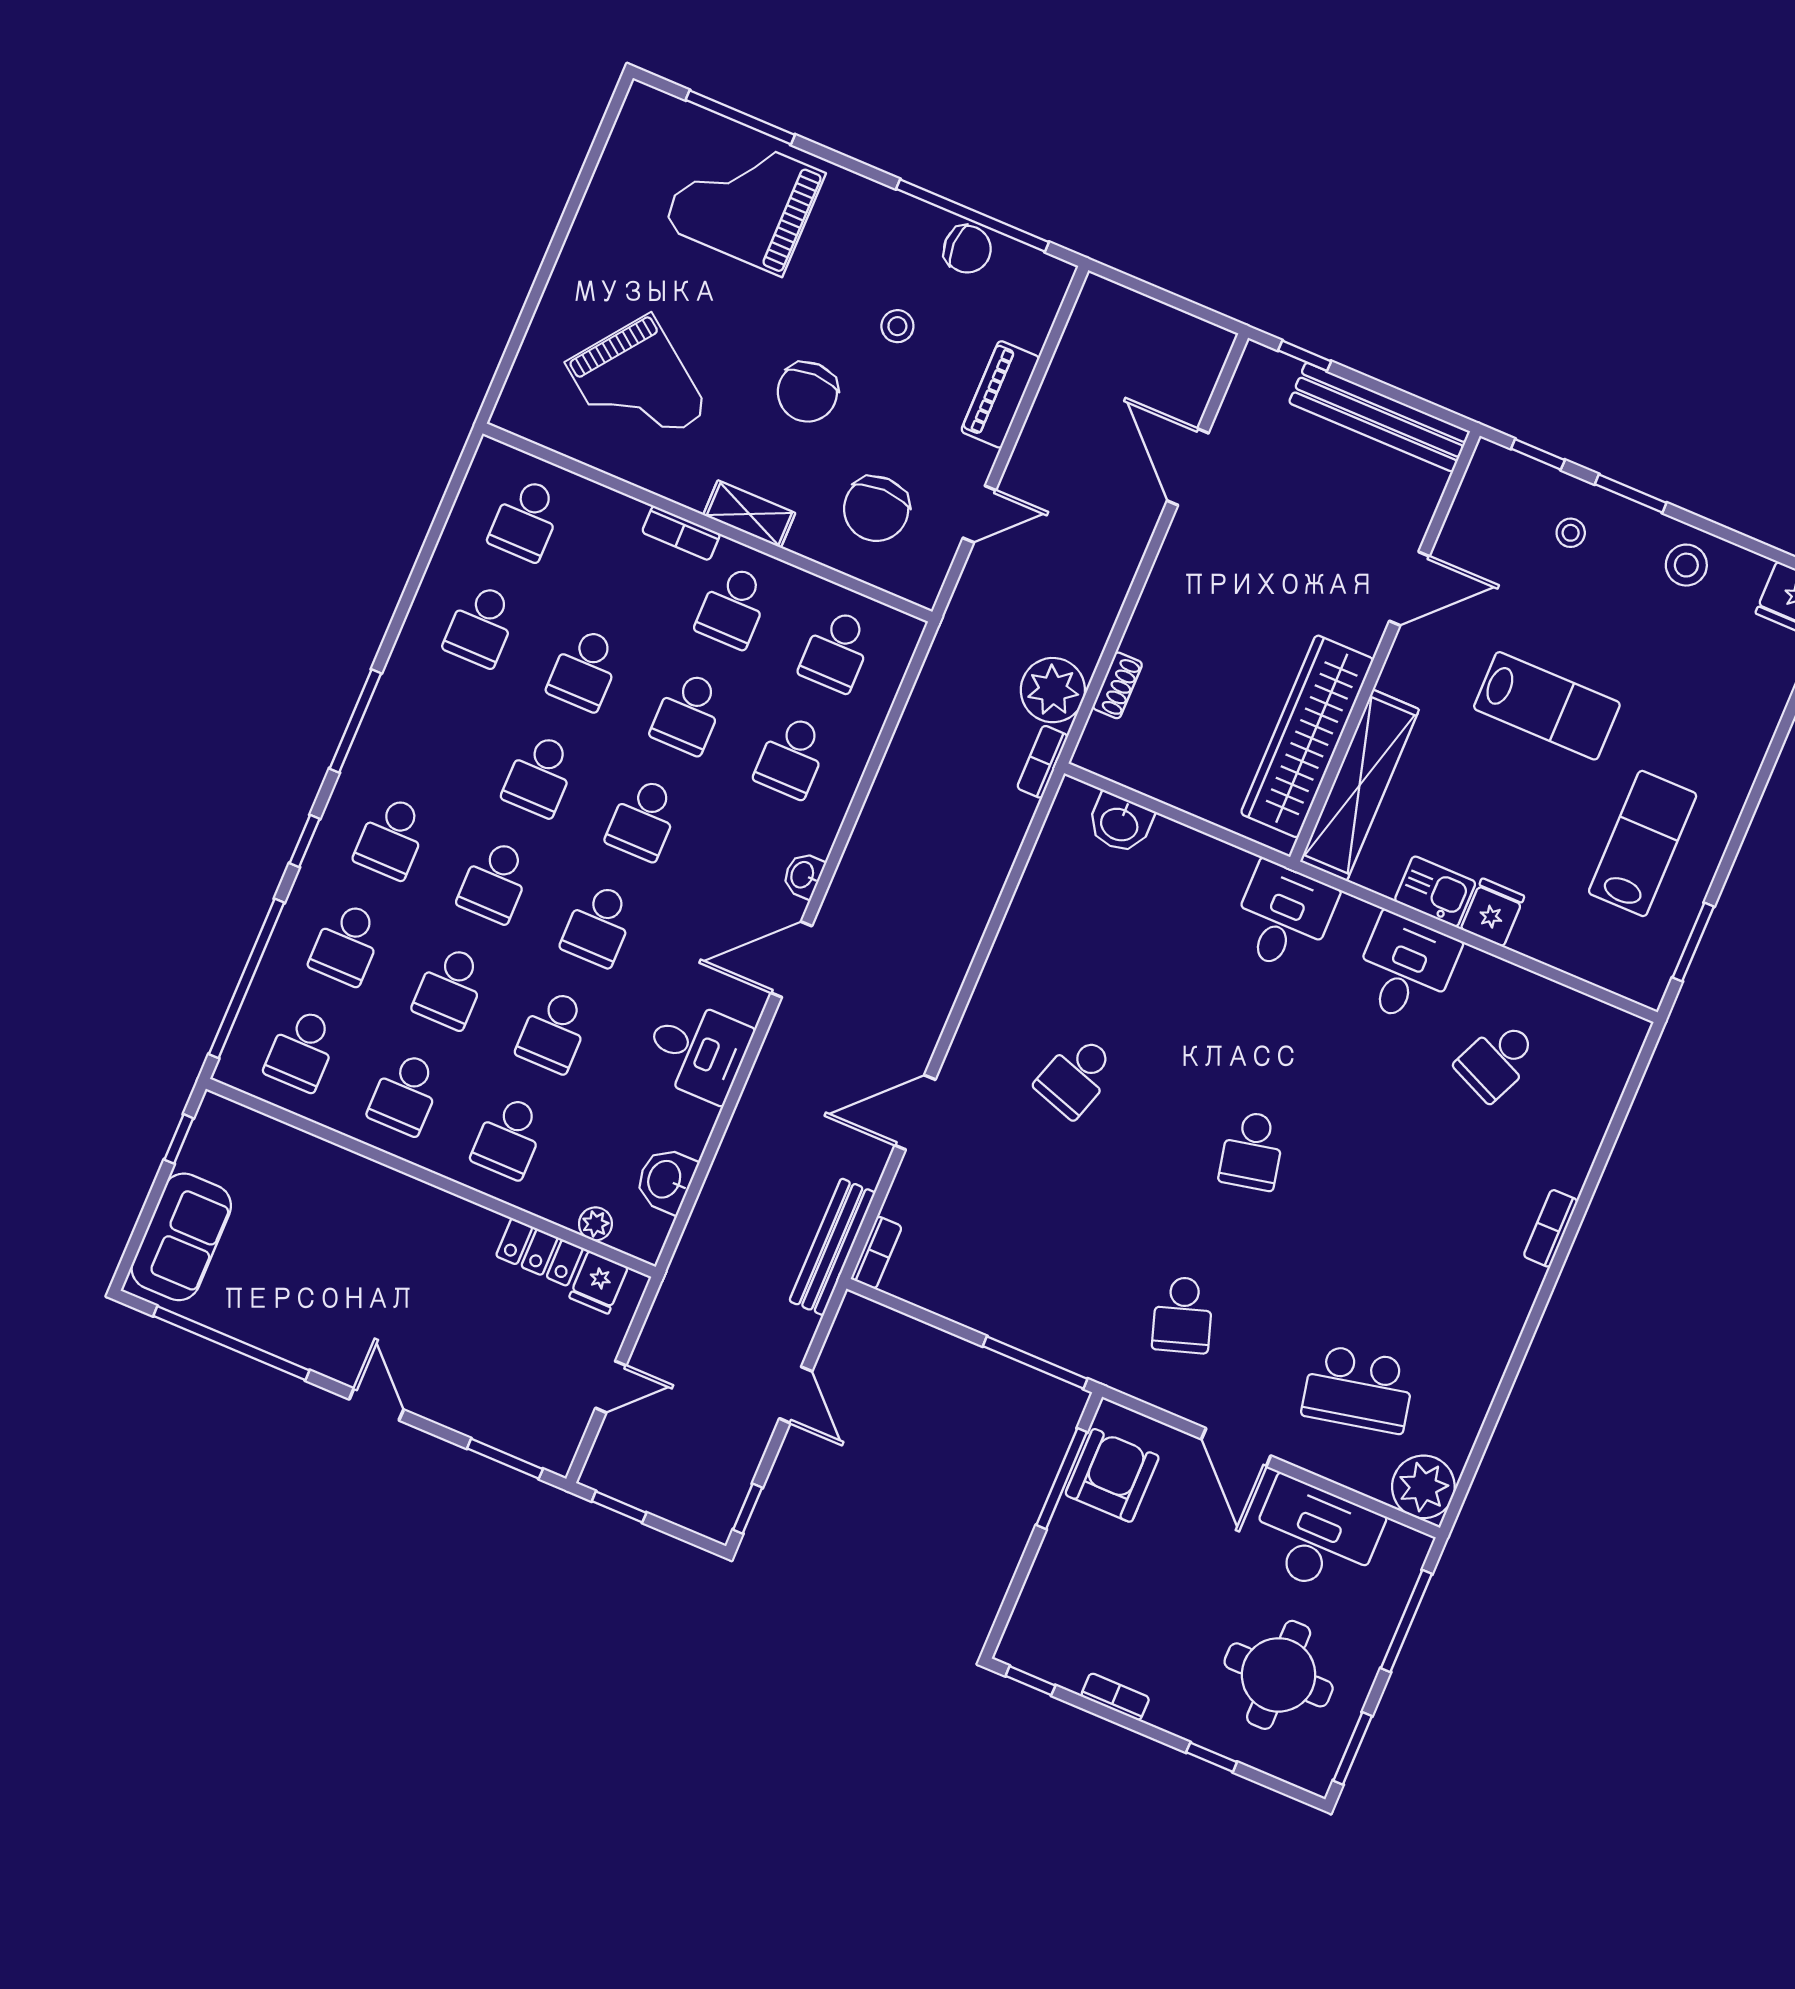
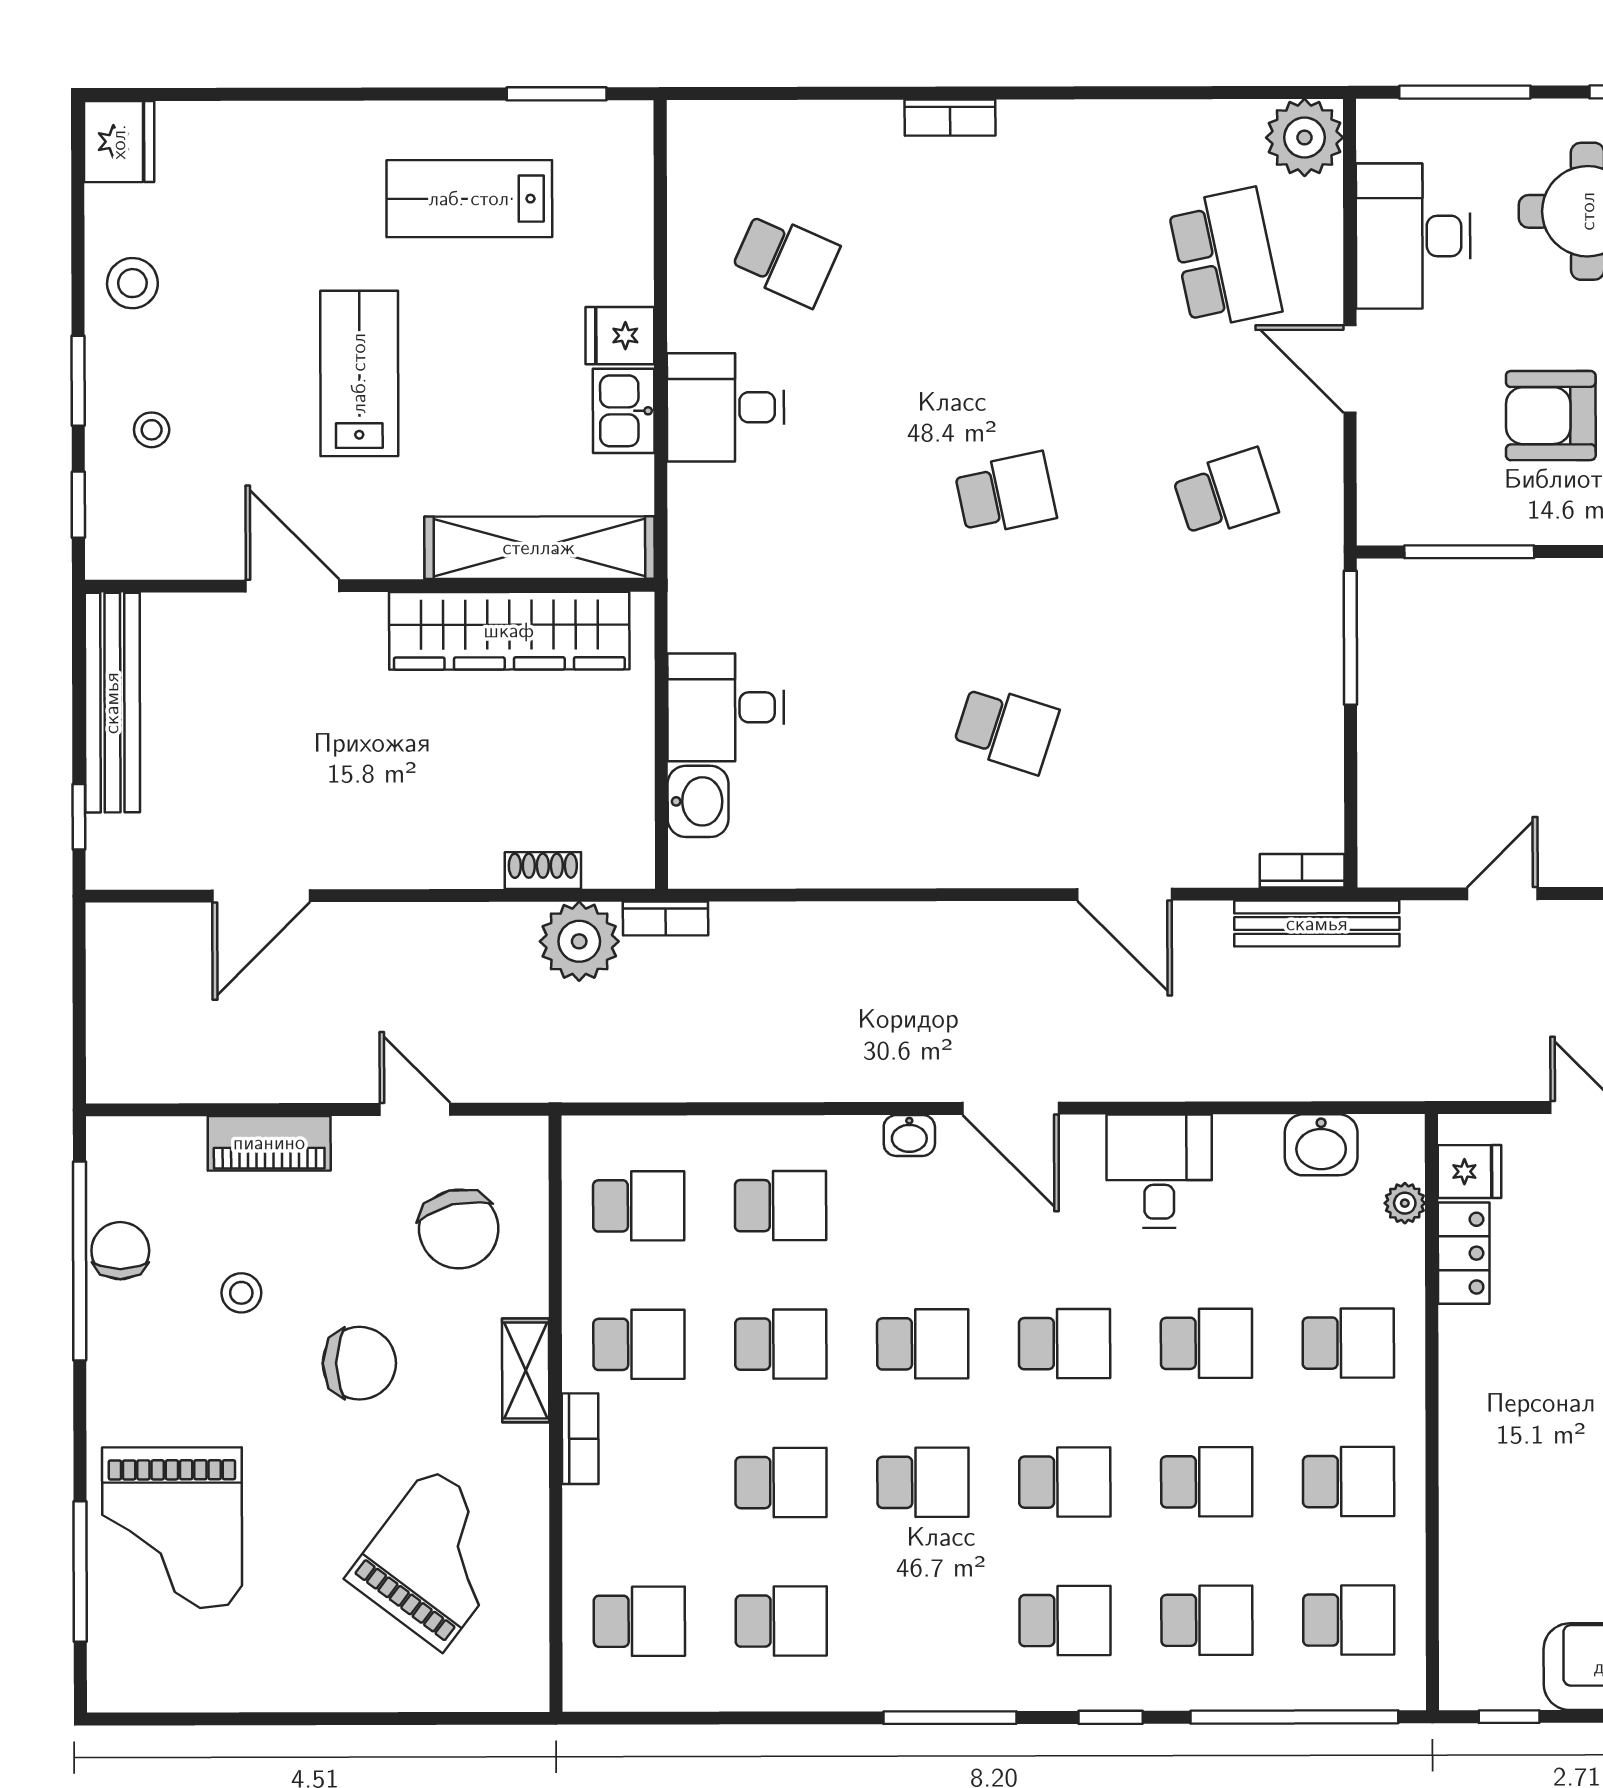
chair: (876, 509) -> (459, 1229), turned 76
desk: (1283, 917) -> (726, 707), moved
door: (1236, 1447) -> (1350, 369), swing flipped
armchair: (1112, 1475) -> (1551, 416), moved

